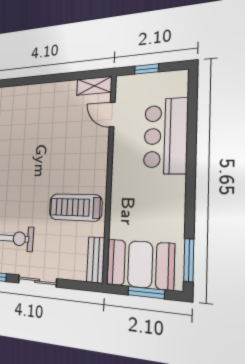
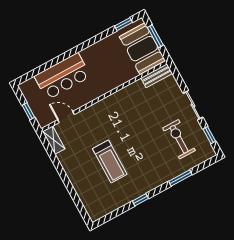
door: (112, 115) -> (66, 117), swing flipped
treadmill: (75, 207) -> (110, 162), moved
window: (189, 260) -> (124, 24), width x0.67

